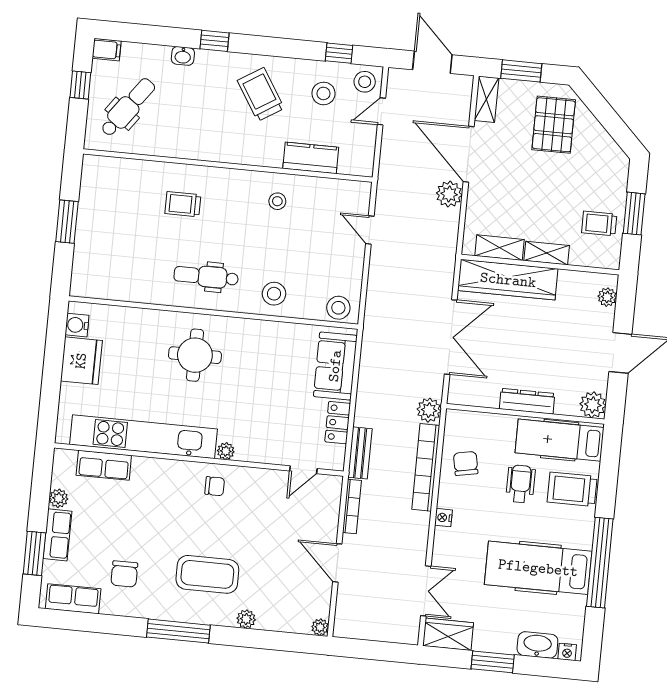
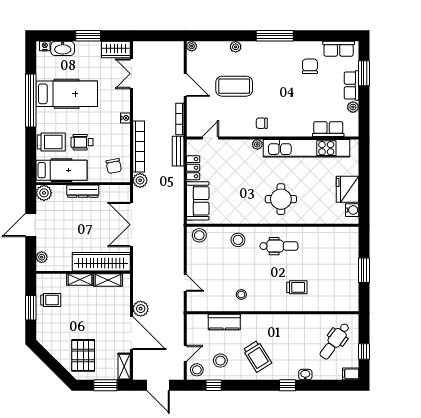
chair: (466, 463) -> (114, 166), moved
wheelchair: (521, 484) -> (82, 142), turned 90
coffee table: (207, 574) -> (234, 86), moved

